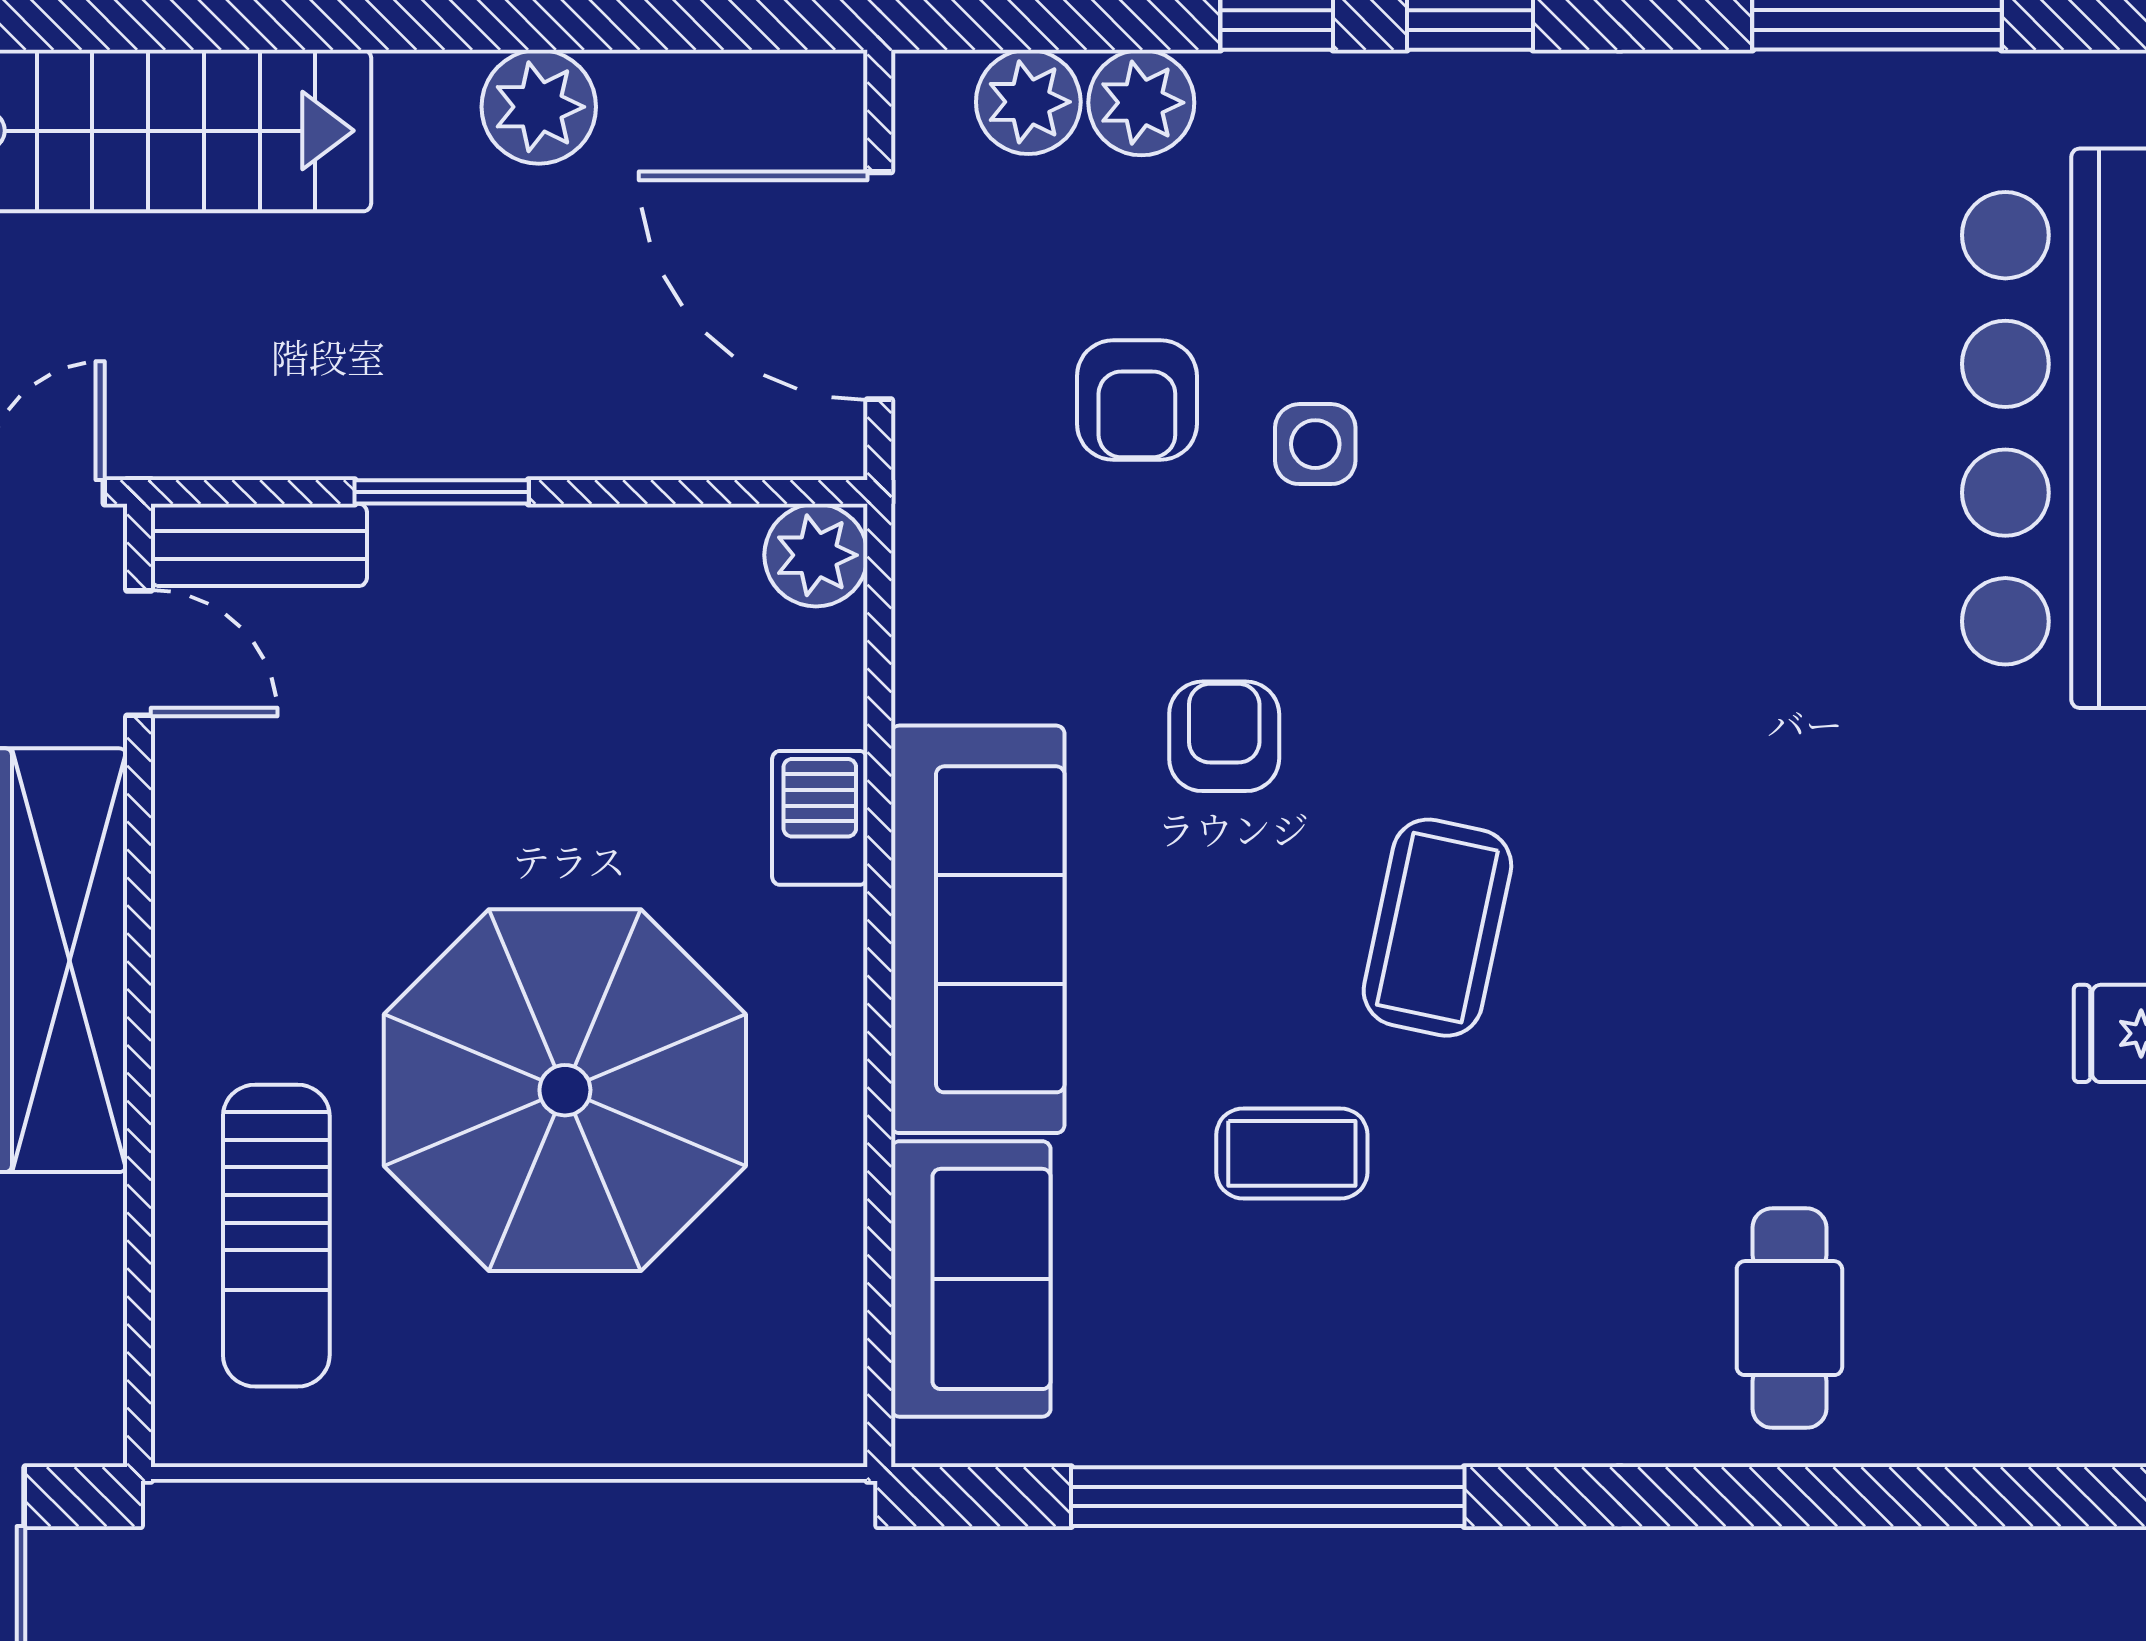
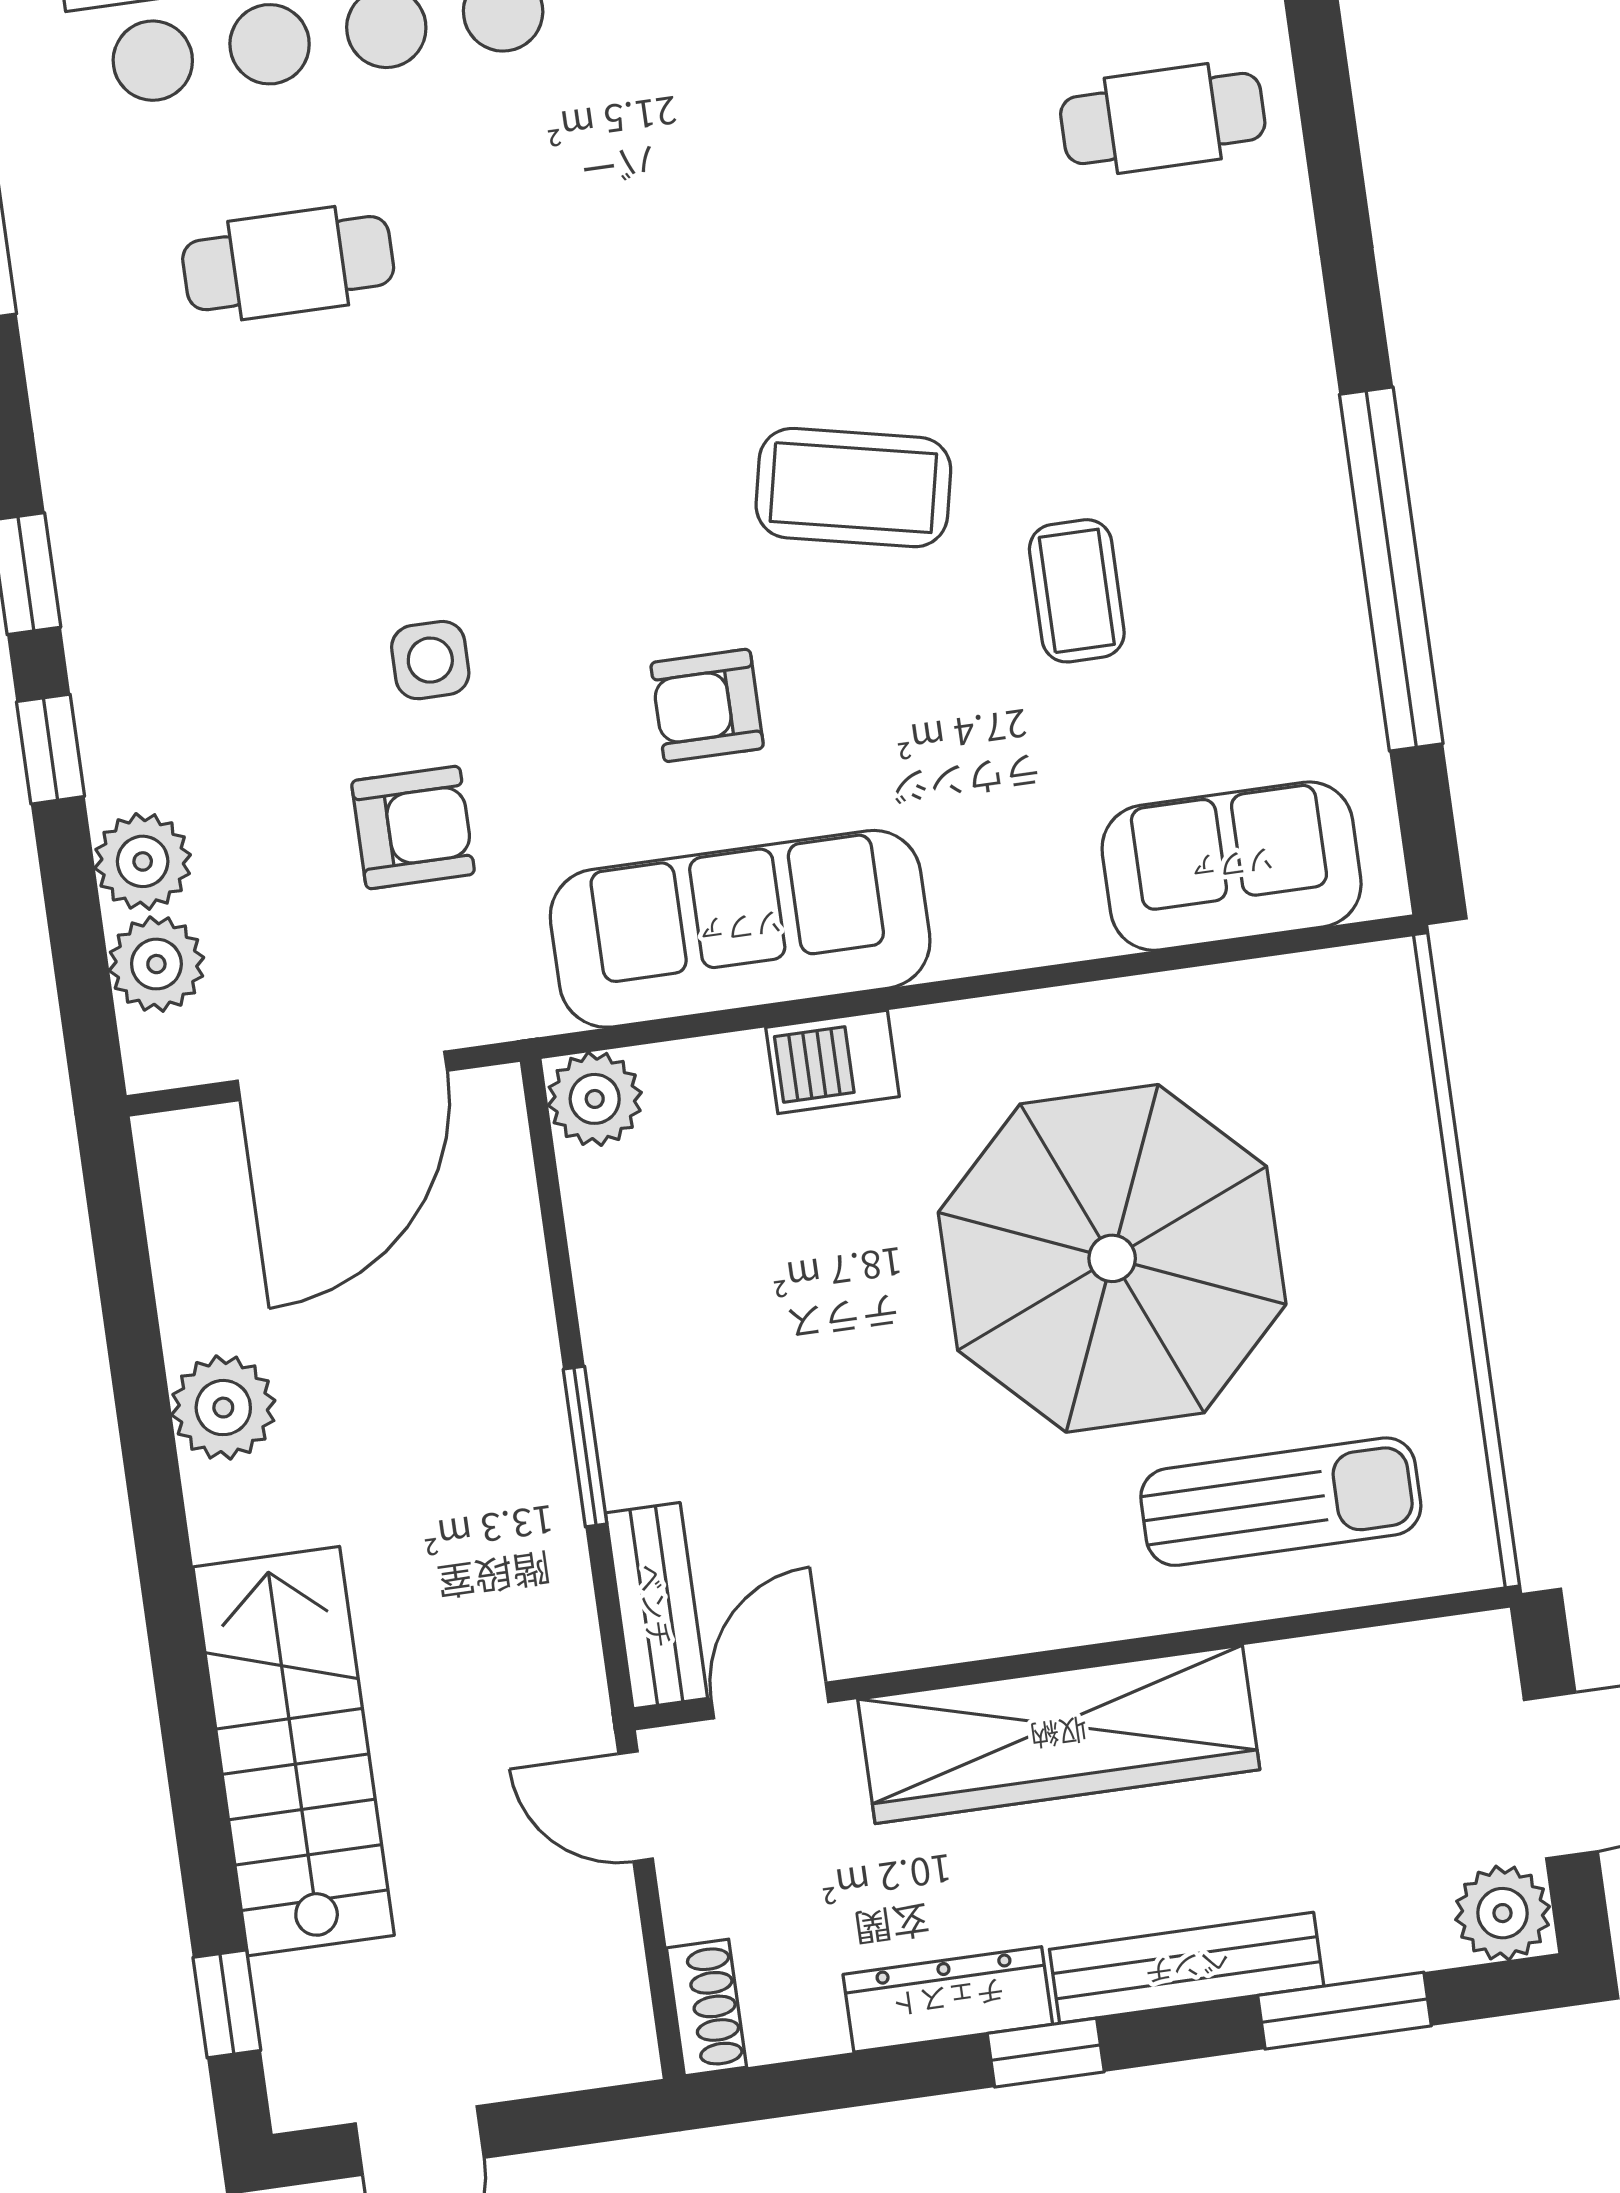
cafe table: (1766, 351) -> (288, 263), added
sofa: (978, 929) -> (740, 929), moved

